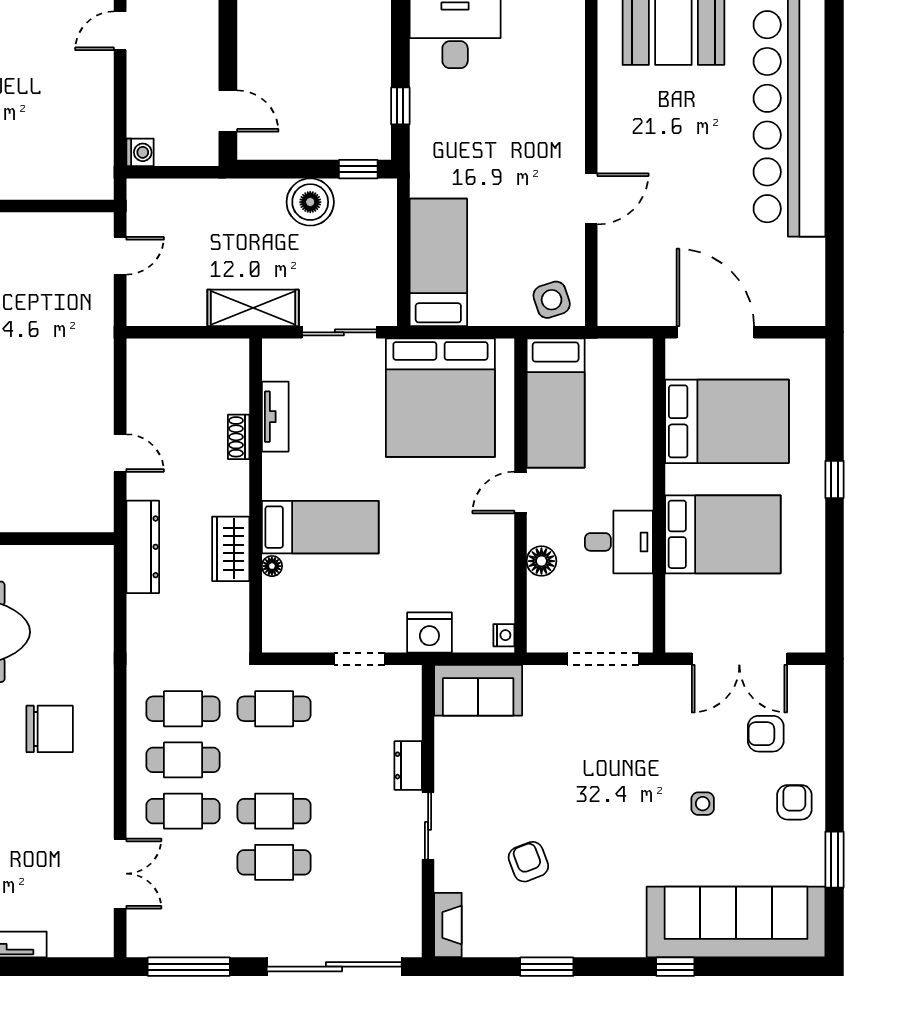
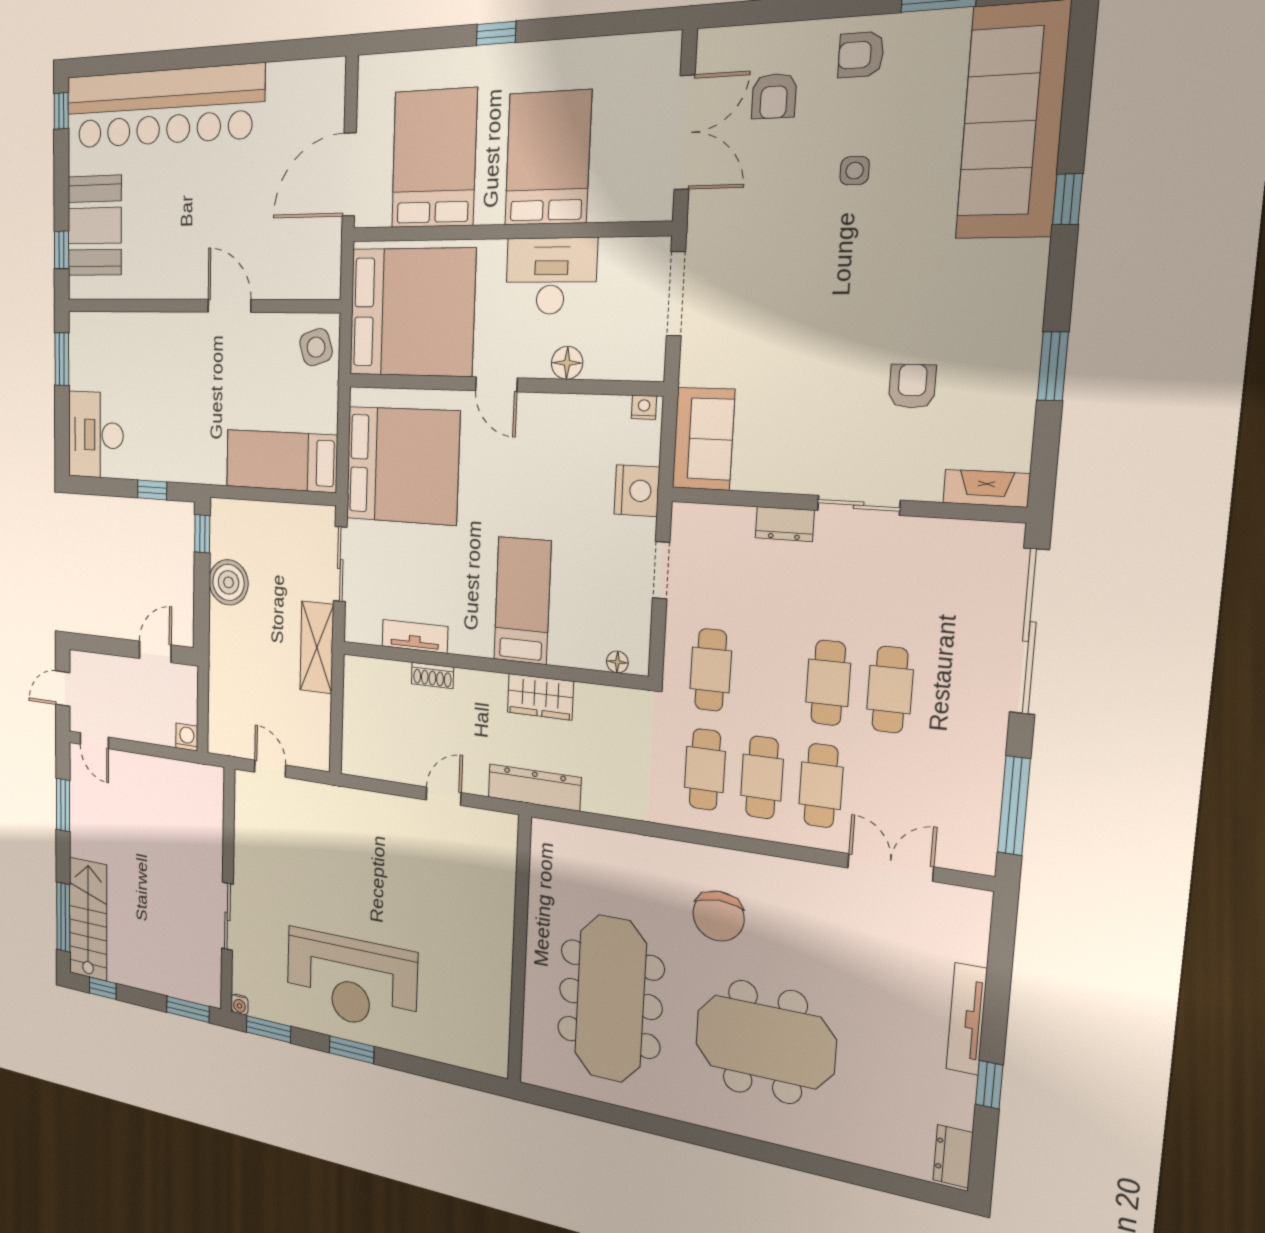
bed: (556, 403) -> (412, 312), width x2.04
desk: (619, 542) -> (551, 276), width x1.37
floor lamp: (272, 566) -> (617, 662), moved
chair: (50, 729) -> (718, 916), turned 180
armchair: (528, 862) -> (912, 386), turned 111

